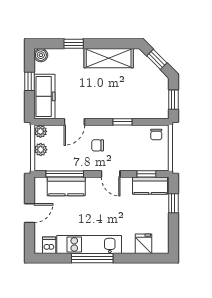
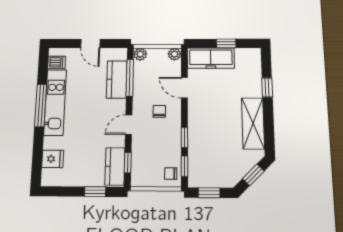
boiler: (41, 55) -> (254, 55), removed
window: (149, 122) -> (184, 166), added
plant: (41, 150) -> (140, 54), moved

